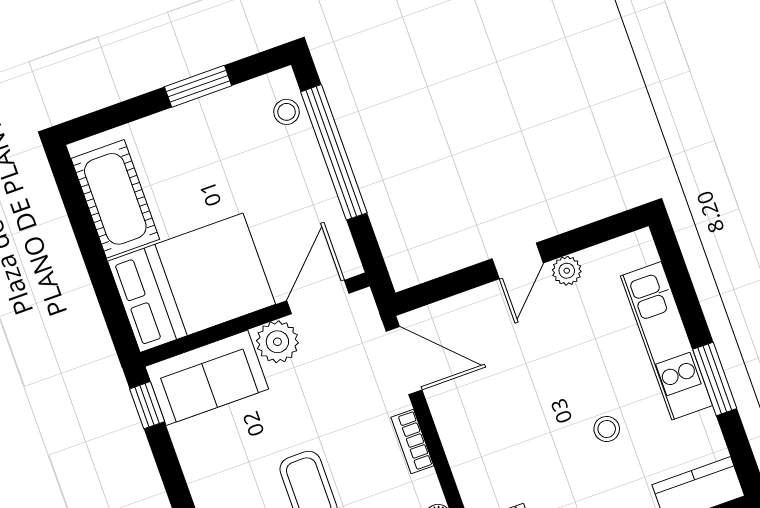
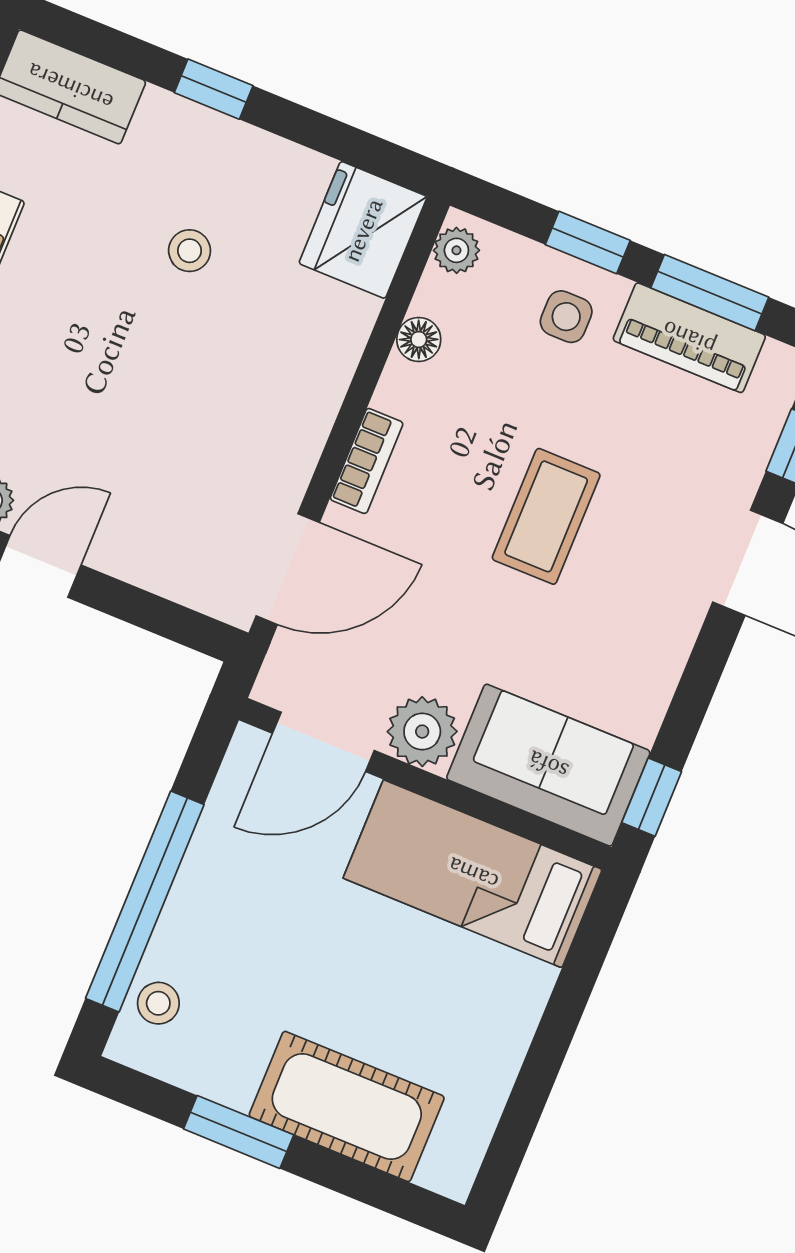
cot: (115, 199) -> (347, 1106), moved, turned 90
bed: (192, 283) -> (473, 874), width x0.67
door: (404, 361) -> (288, 569), swing flipped
stool: (607, 429) -> (190, 251), moved

